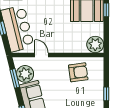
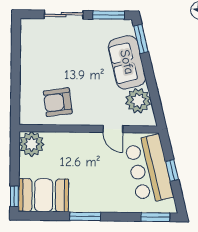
window: (15, 78) -> (154, 94), removed
window: (106, 94) -> (16, 69), removed

